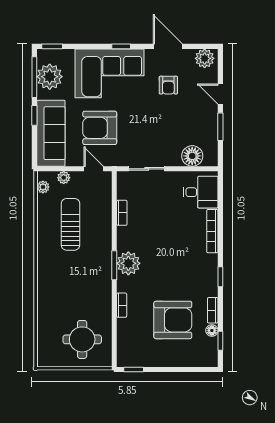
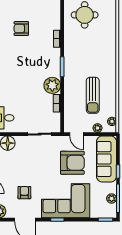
plant: (50, 77) -> (112, 198), width x0.53, depth x0.53
plant: (128, 263) -> (52, 85), moved
armchair: (173, 320) -> (21, 29), width x0.53, depth x0.53

